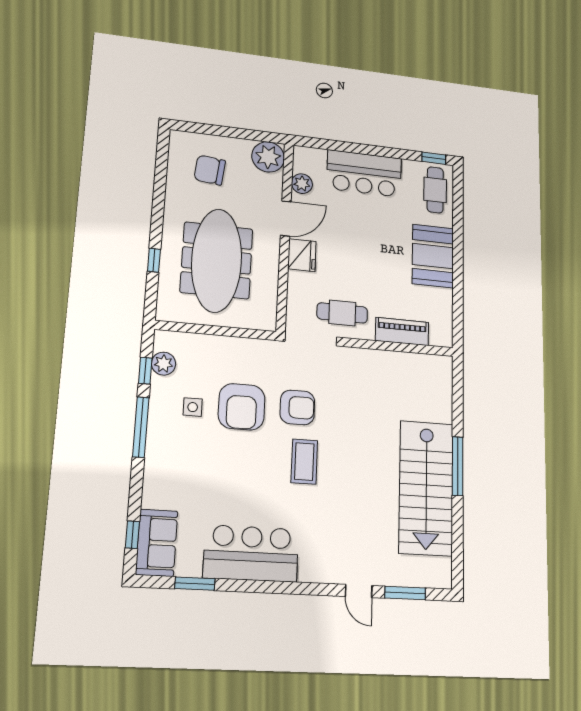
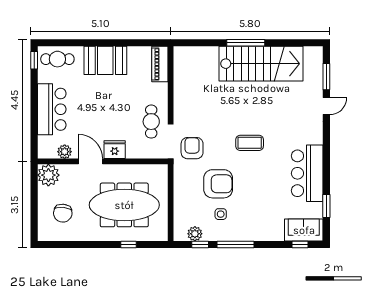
piano: (402, 332) -> (160, 64), moved
armchair: (297, 407) -> (192, 148), moved

